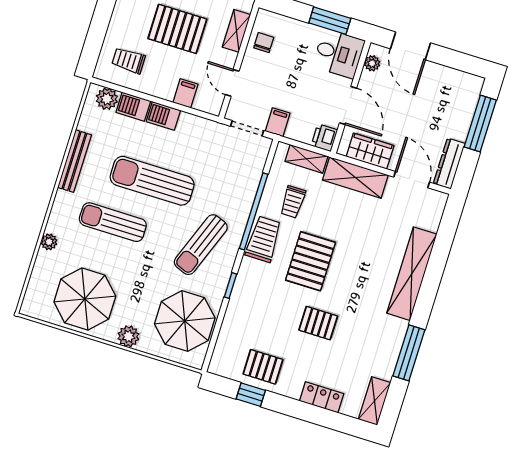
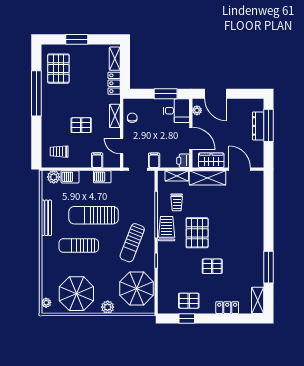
pallet: (177, 29) -> (81, 125), width x0.67, depth x0.71
barbecue: (163, 116) -> (102, 177), moved
dresser: (449, 164) -> (258, 126), moved
plant: (49, 242) -> (46, 303), moved
shelving: (412, 274) -> (256, 222), removed

